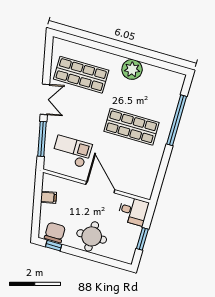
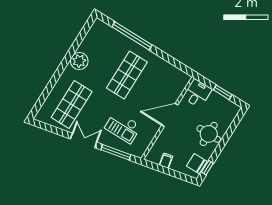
checkout: (72, 152) -> (123, 127), moved, turned -90

